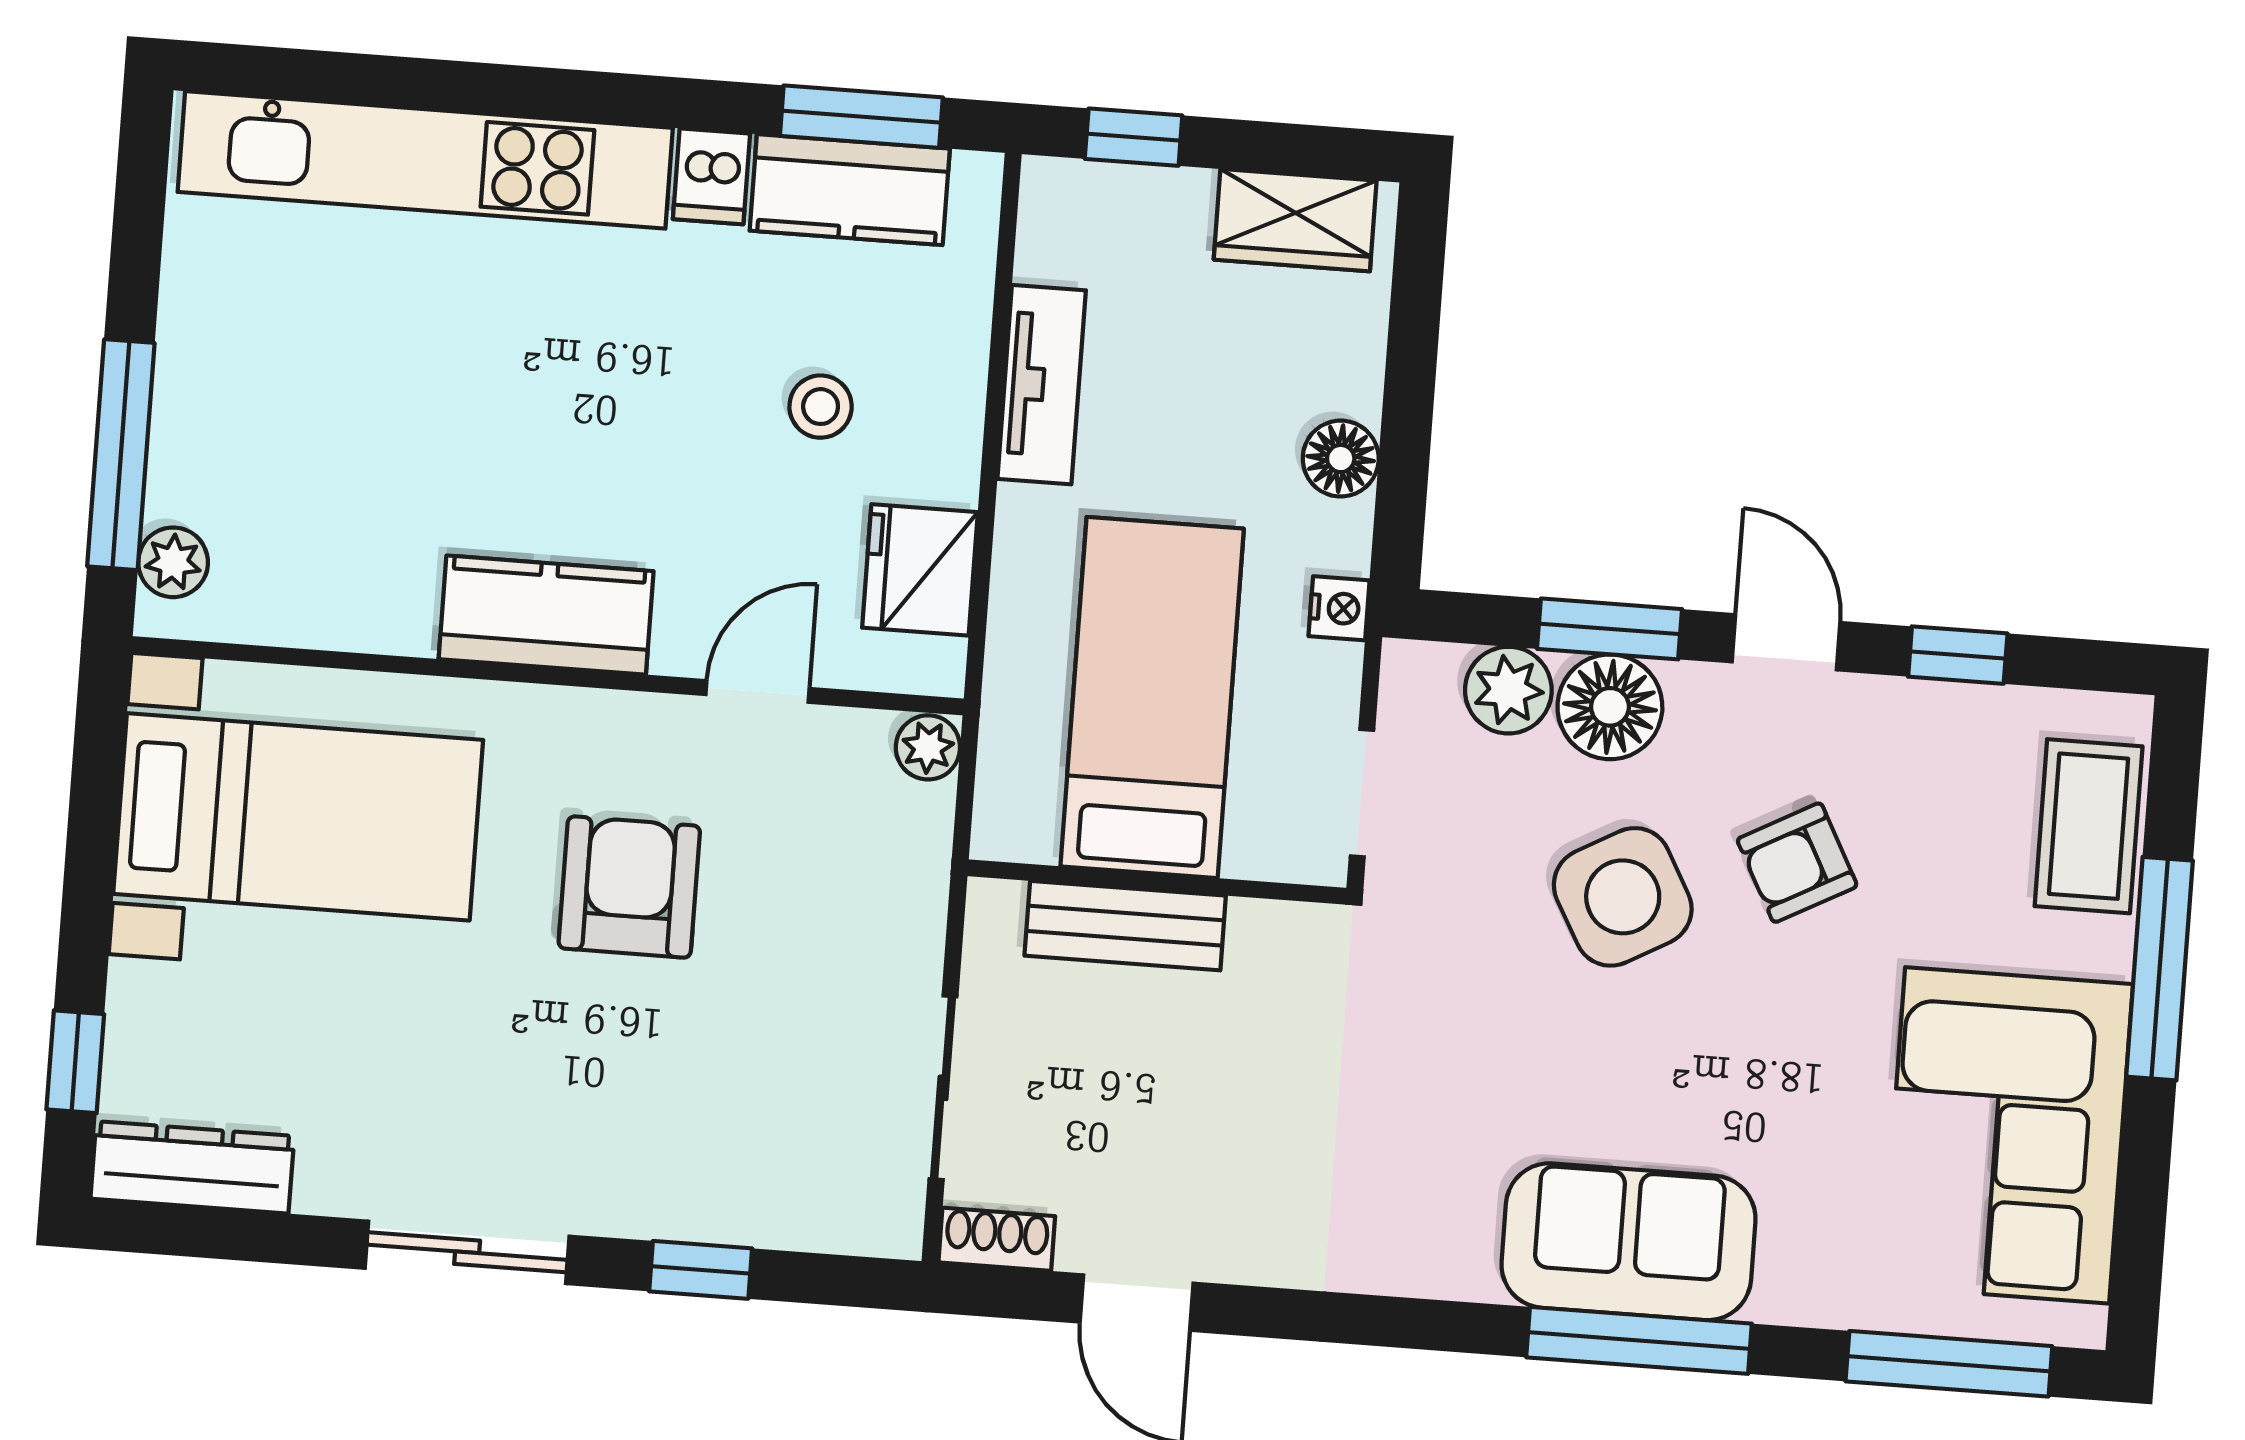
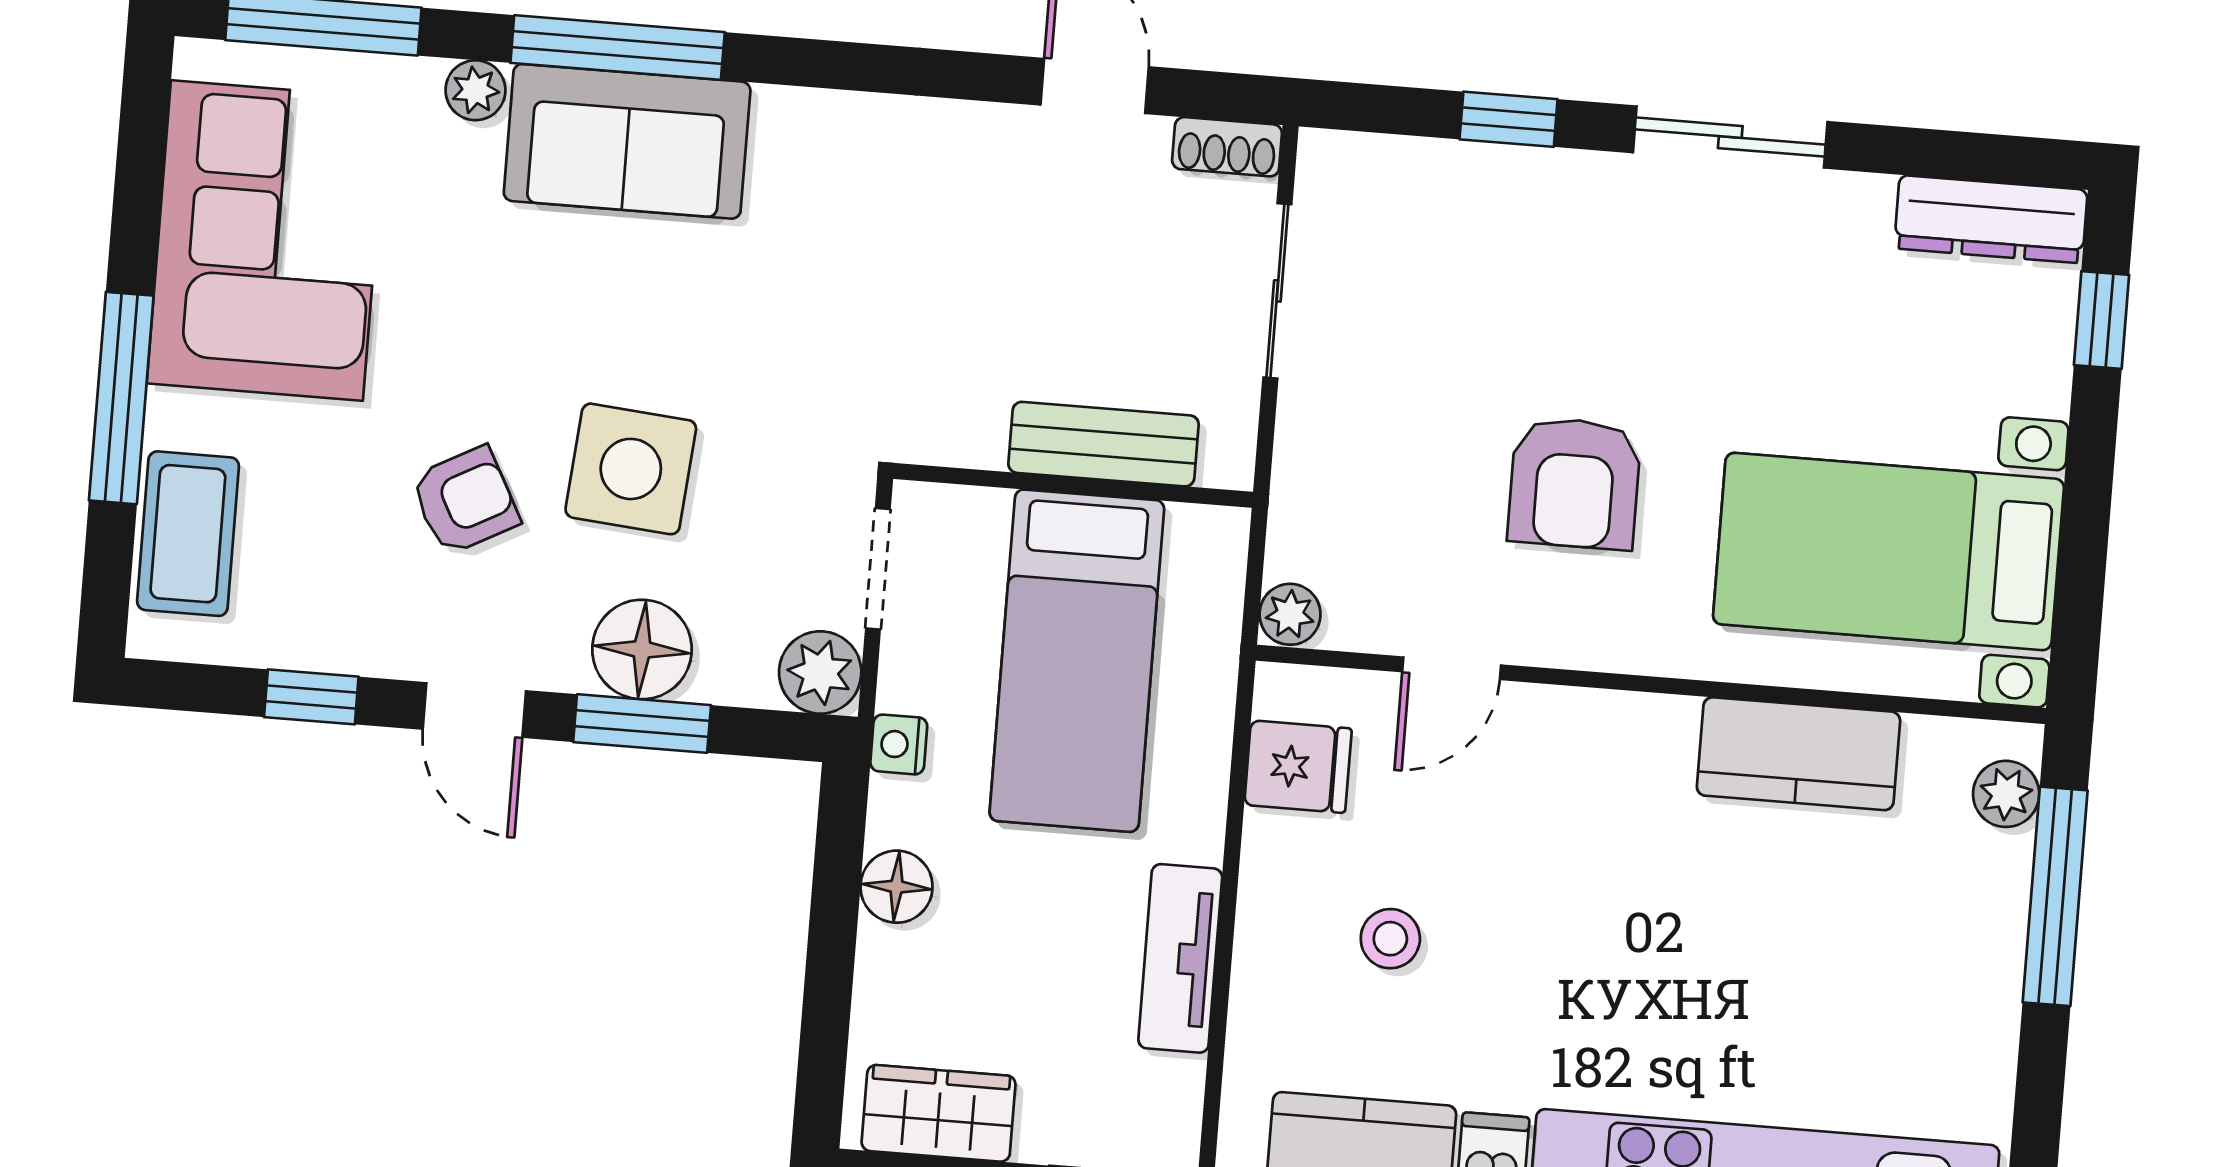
fridge: (920, 570) -> (1298, 767), width x0.72
kitchen counter: (546, 615) -> (1799, 754), moved
plant: (1508, 690) -> (820, 672), moved
side table: (1623, 897) -> (631, 469), turned 34
plant: (1788, 1295) -> (475, 90), added

